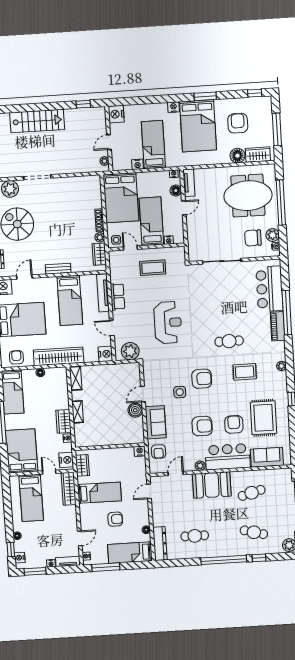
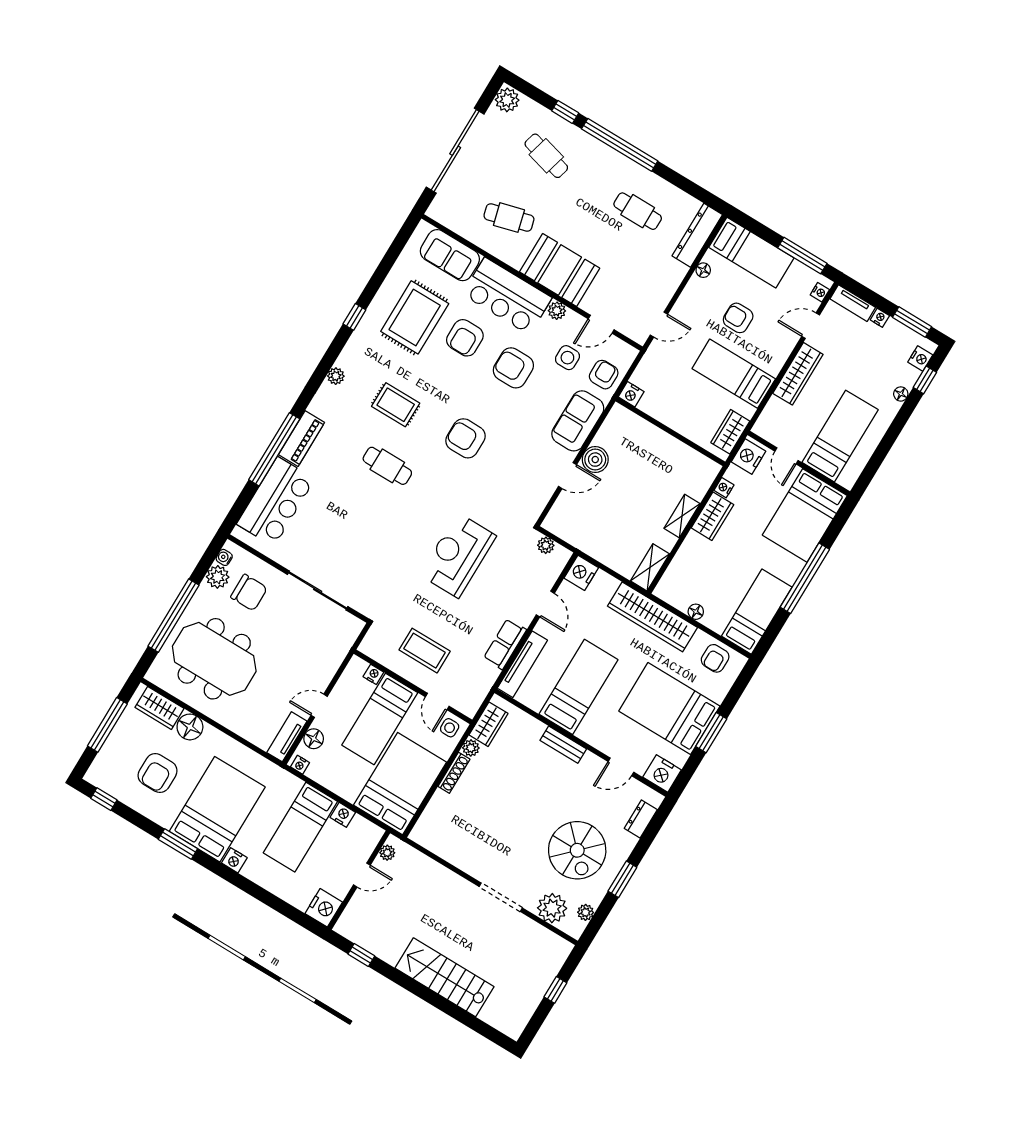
plant: (130, 351) -> (546, 545), width x0.53, depth x0.53
side table: (180, 392) -> (567, 358), moved
wardrobe: (69, 489) -> (798, 374), moved

